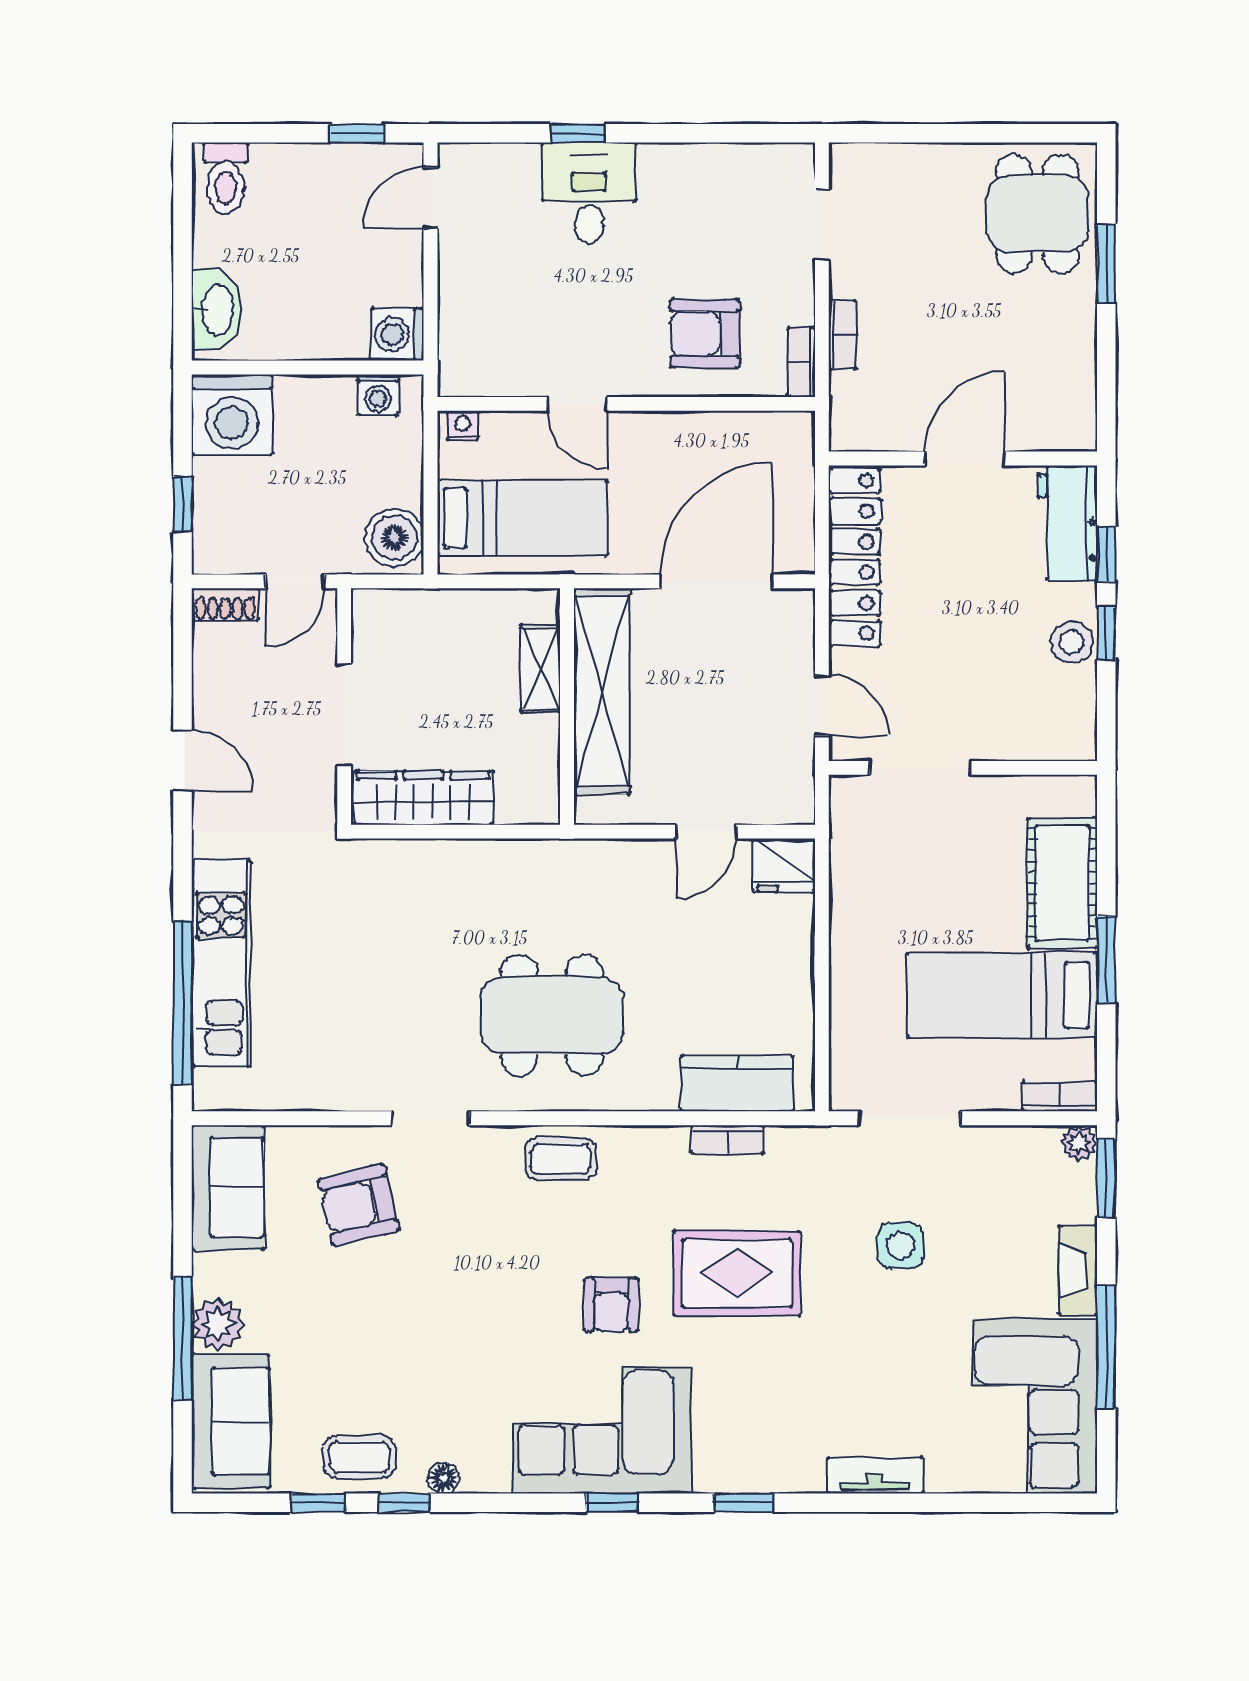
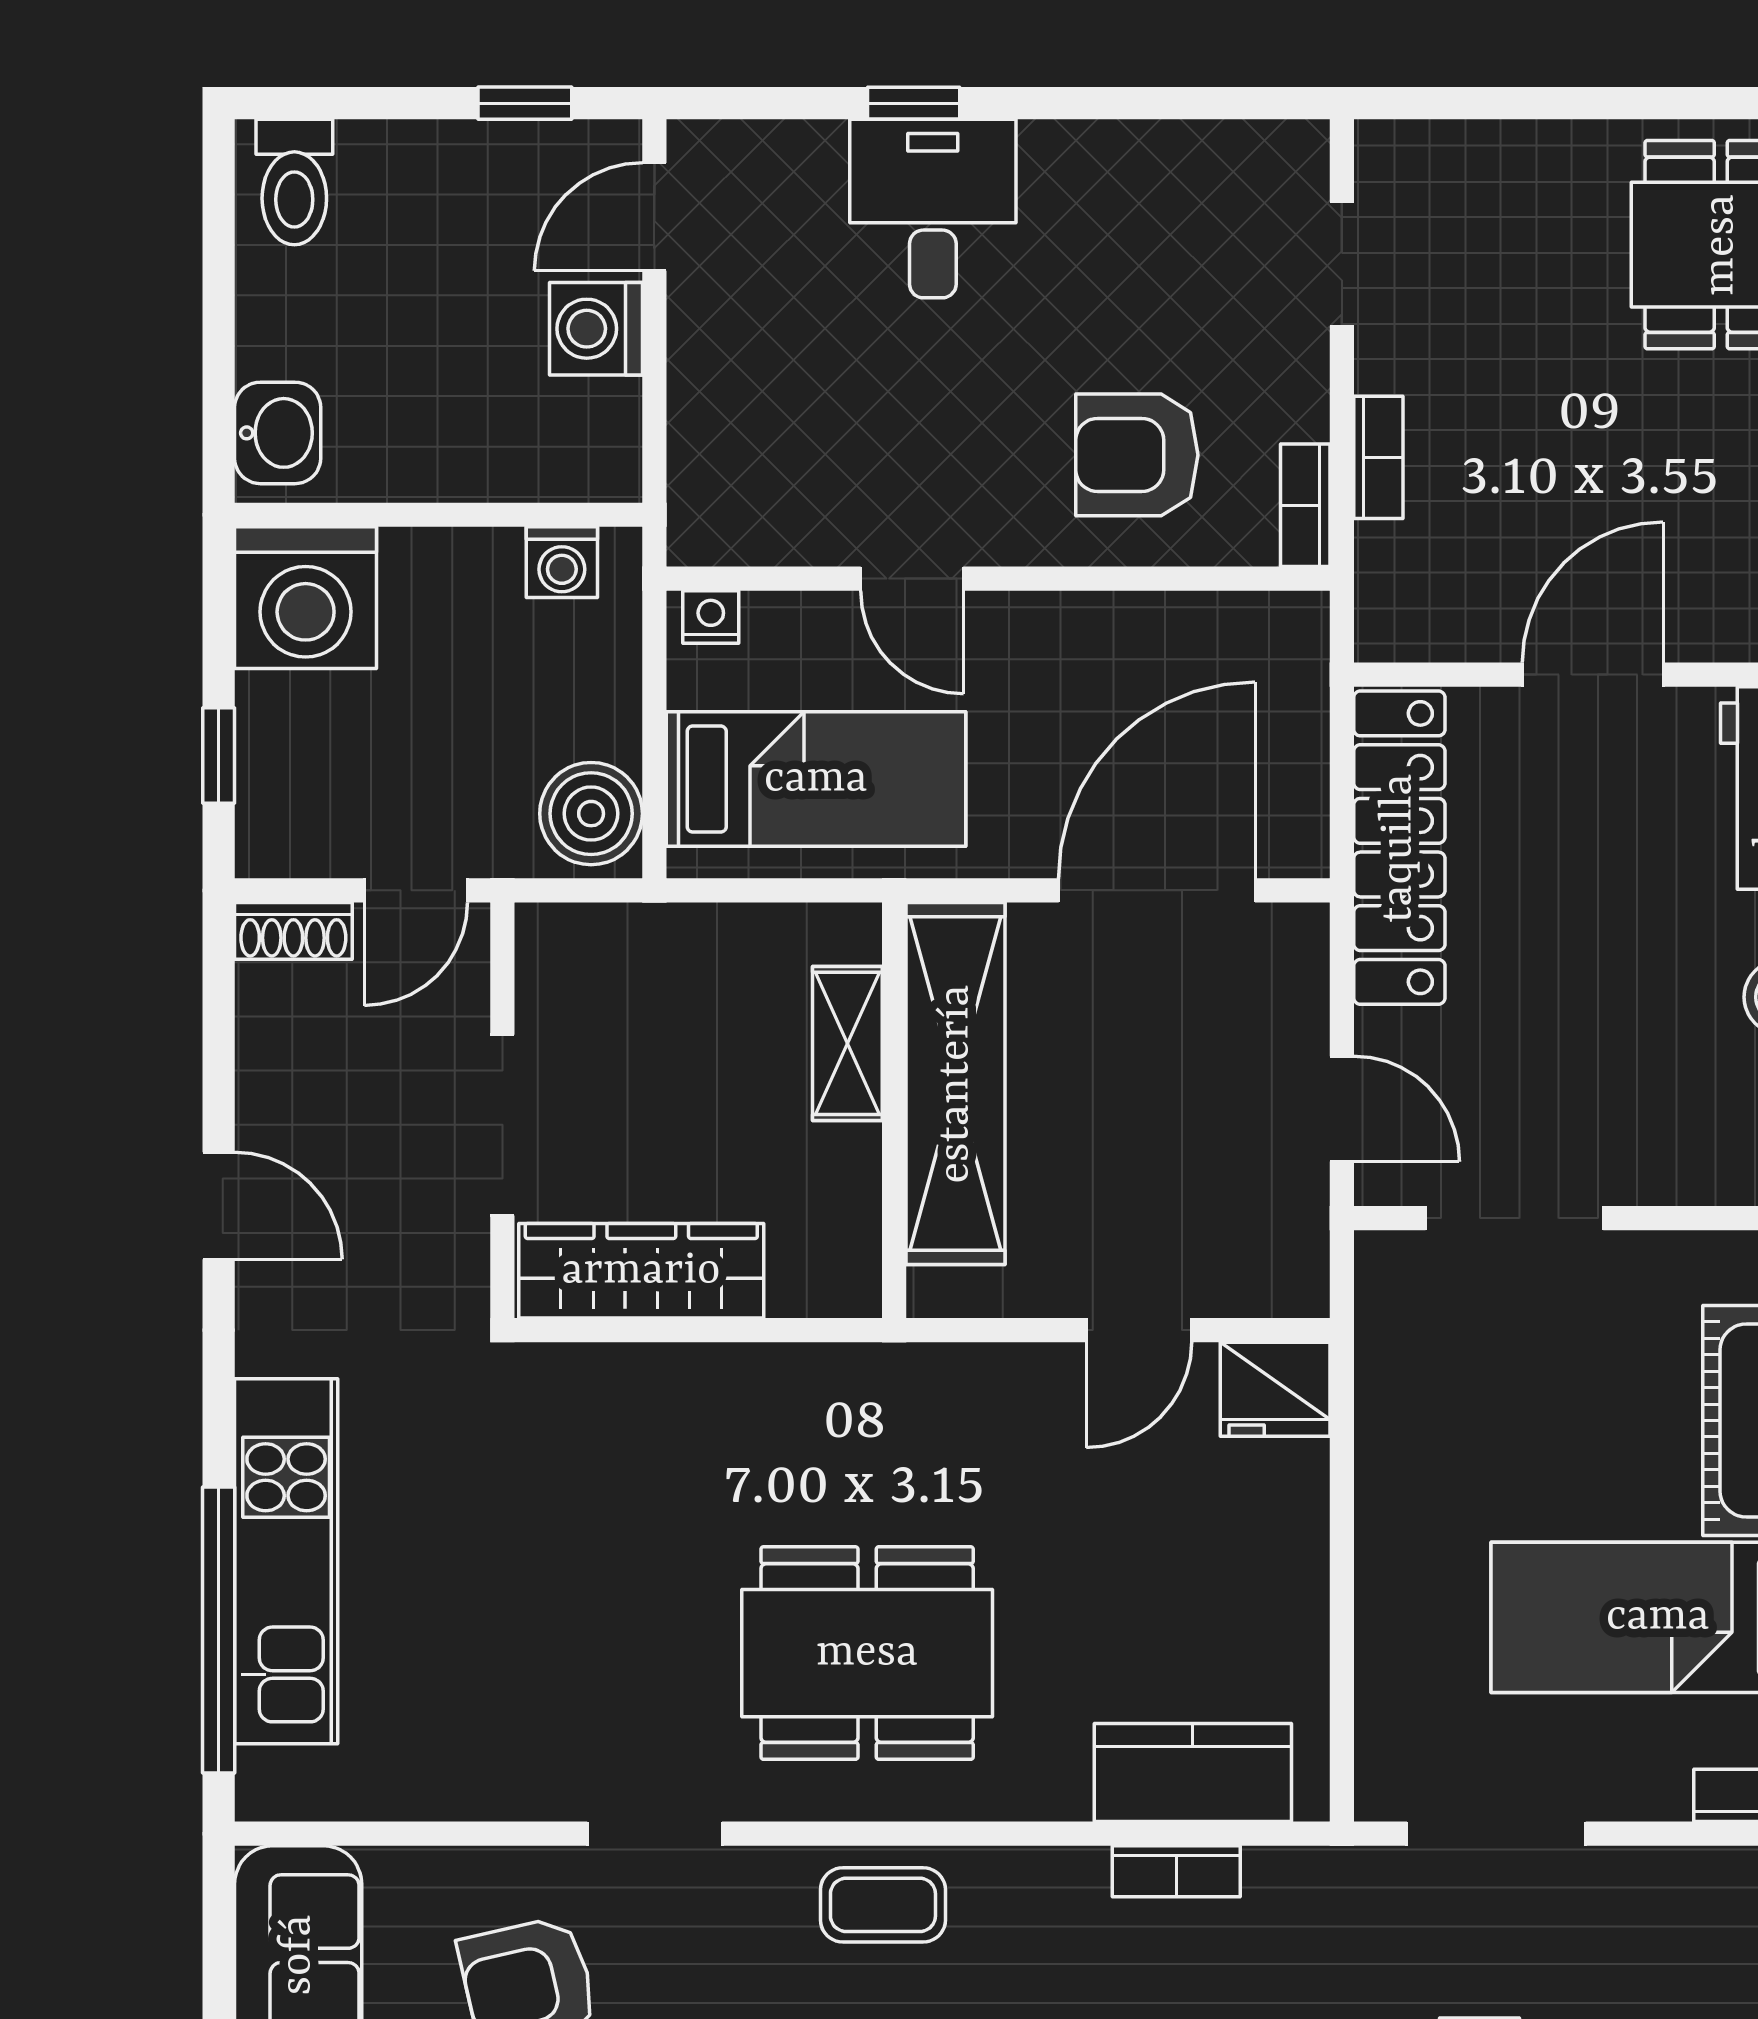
washbasin: (216, 310) -> (278, 433), width x0.72
washing machine: (397, 334) -> (596, 329), moved

